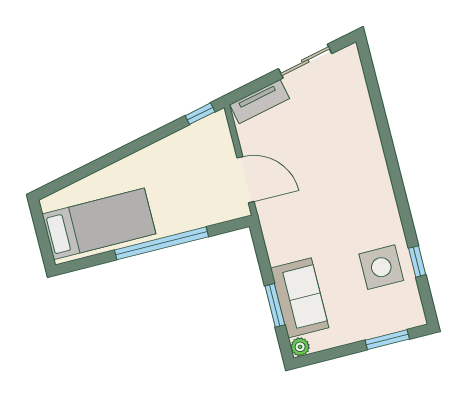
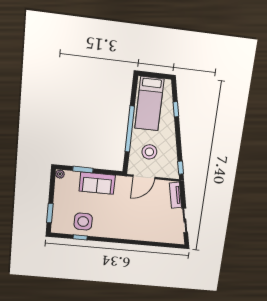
window: (90, 168) -> (176, 109), added
stool: (192, 188) -> (149, 152), added
sofa: (300, 298) -> (97, 183), moved

